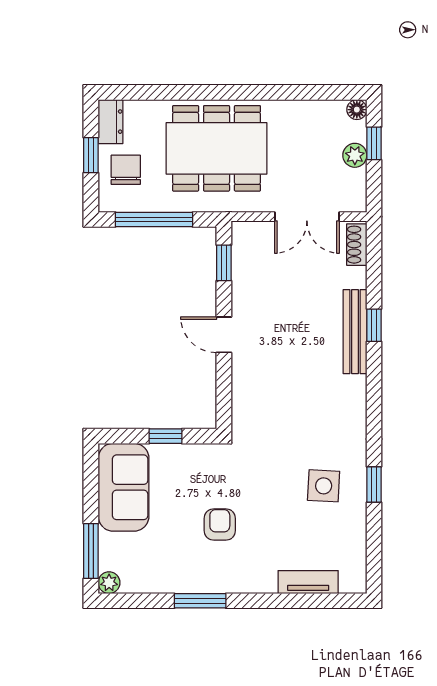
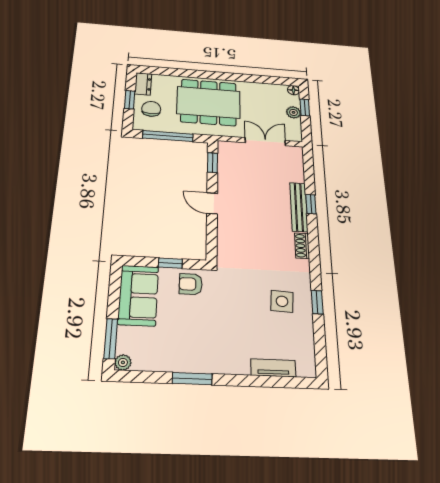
double door: (307, 217) -> (265, 142), swing flipped
shoe rack: (357, 245) -> (302, 246), moved
armchair: (220, 525) -> (191, 284), moved, turned -90

